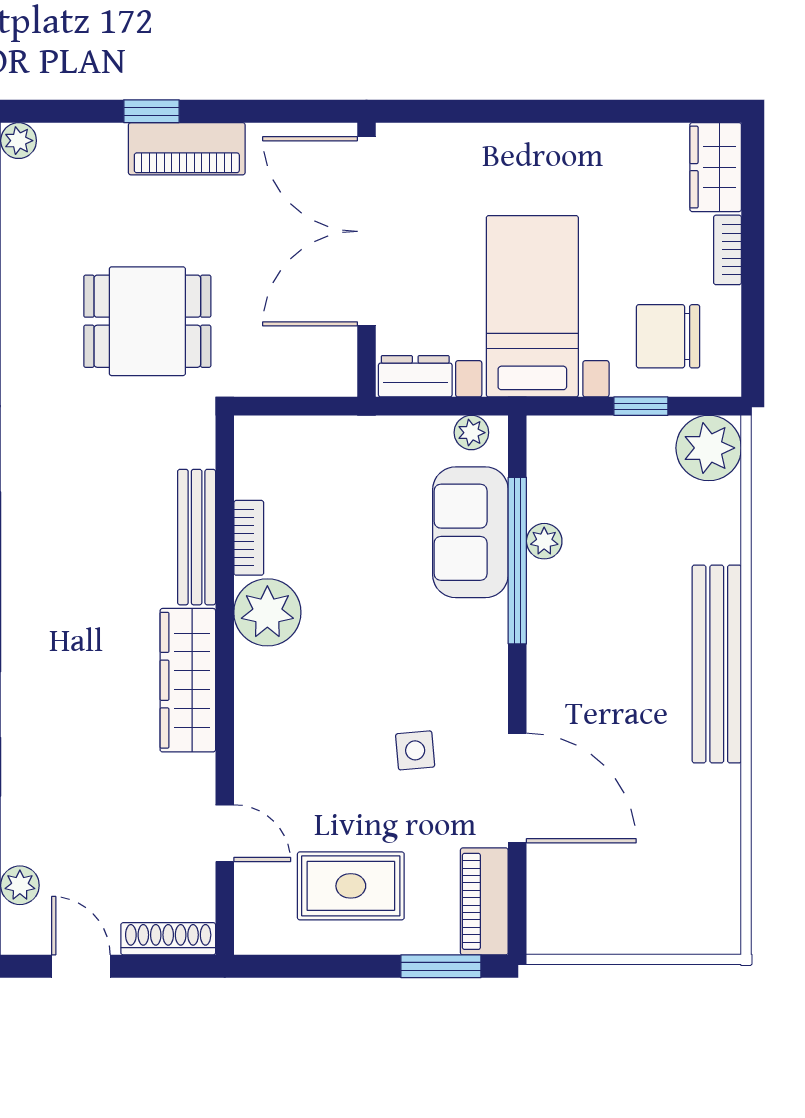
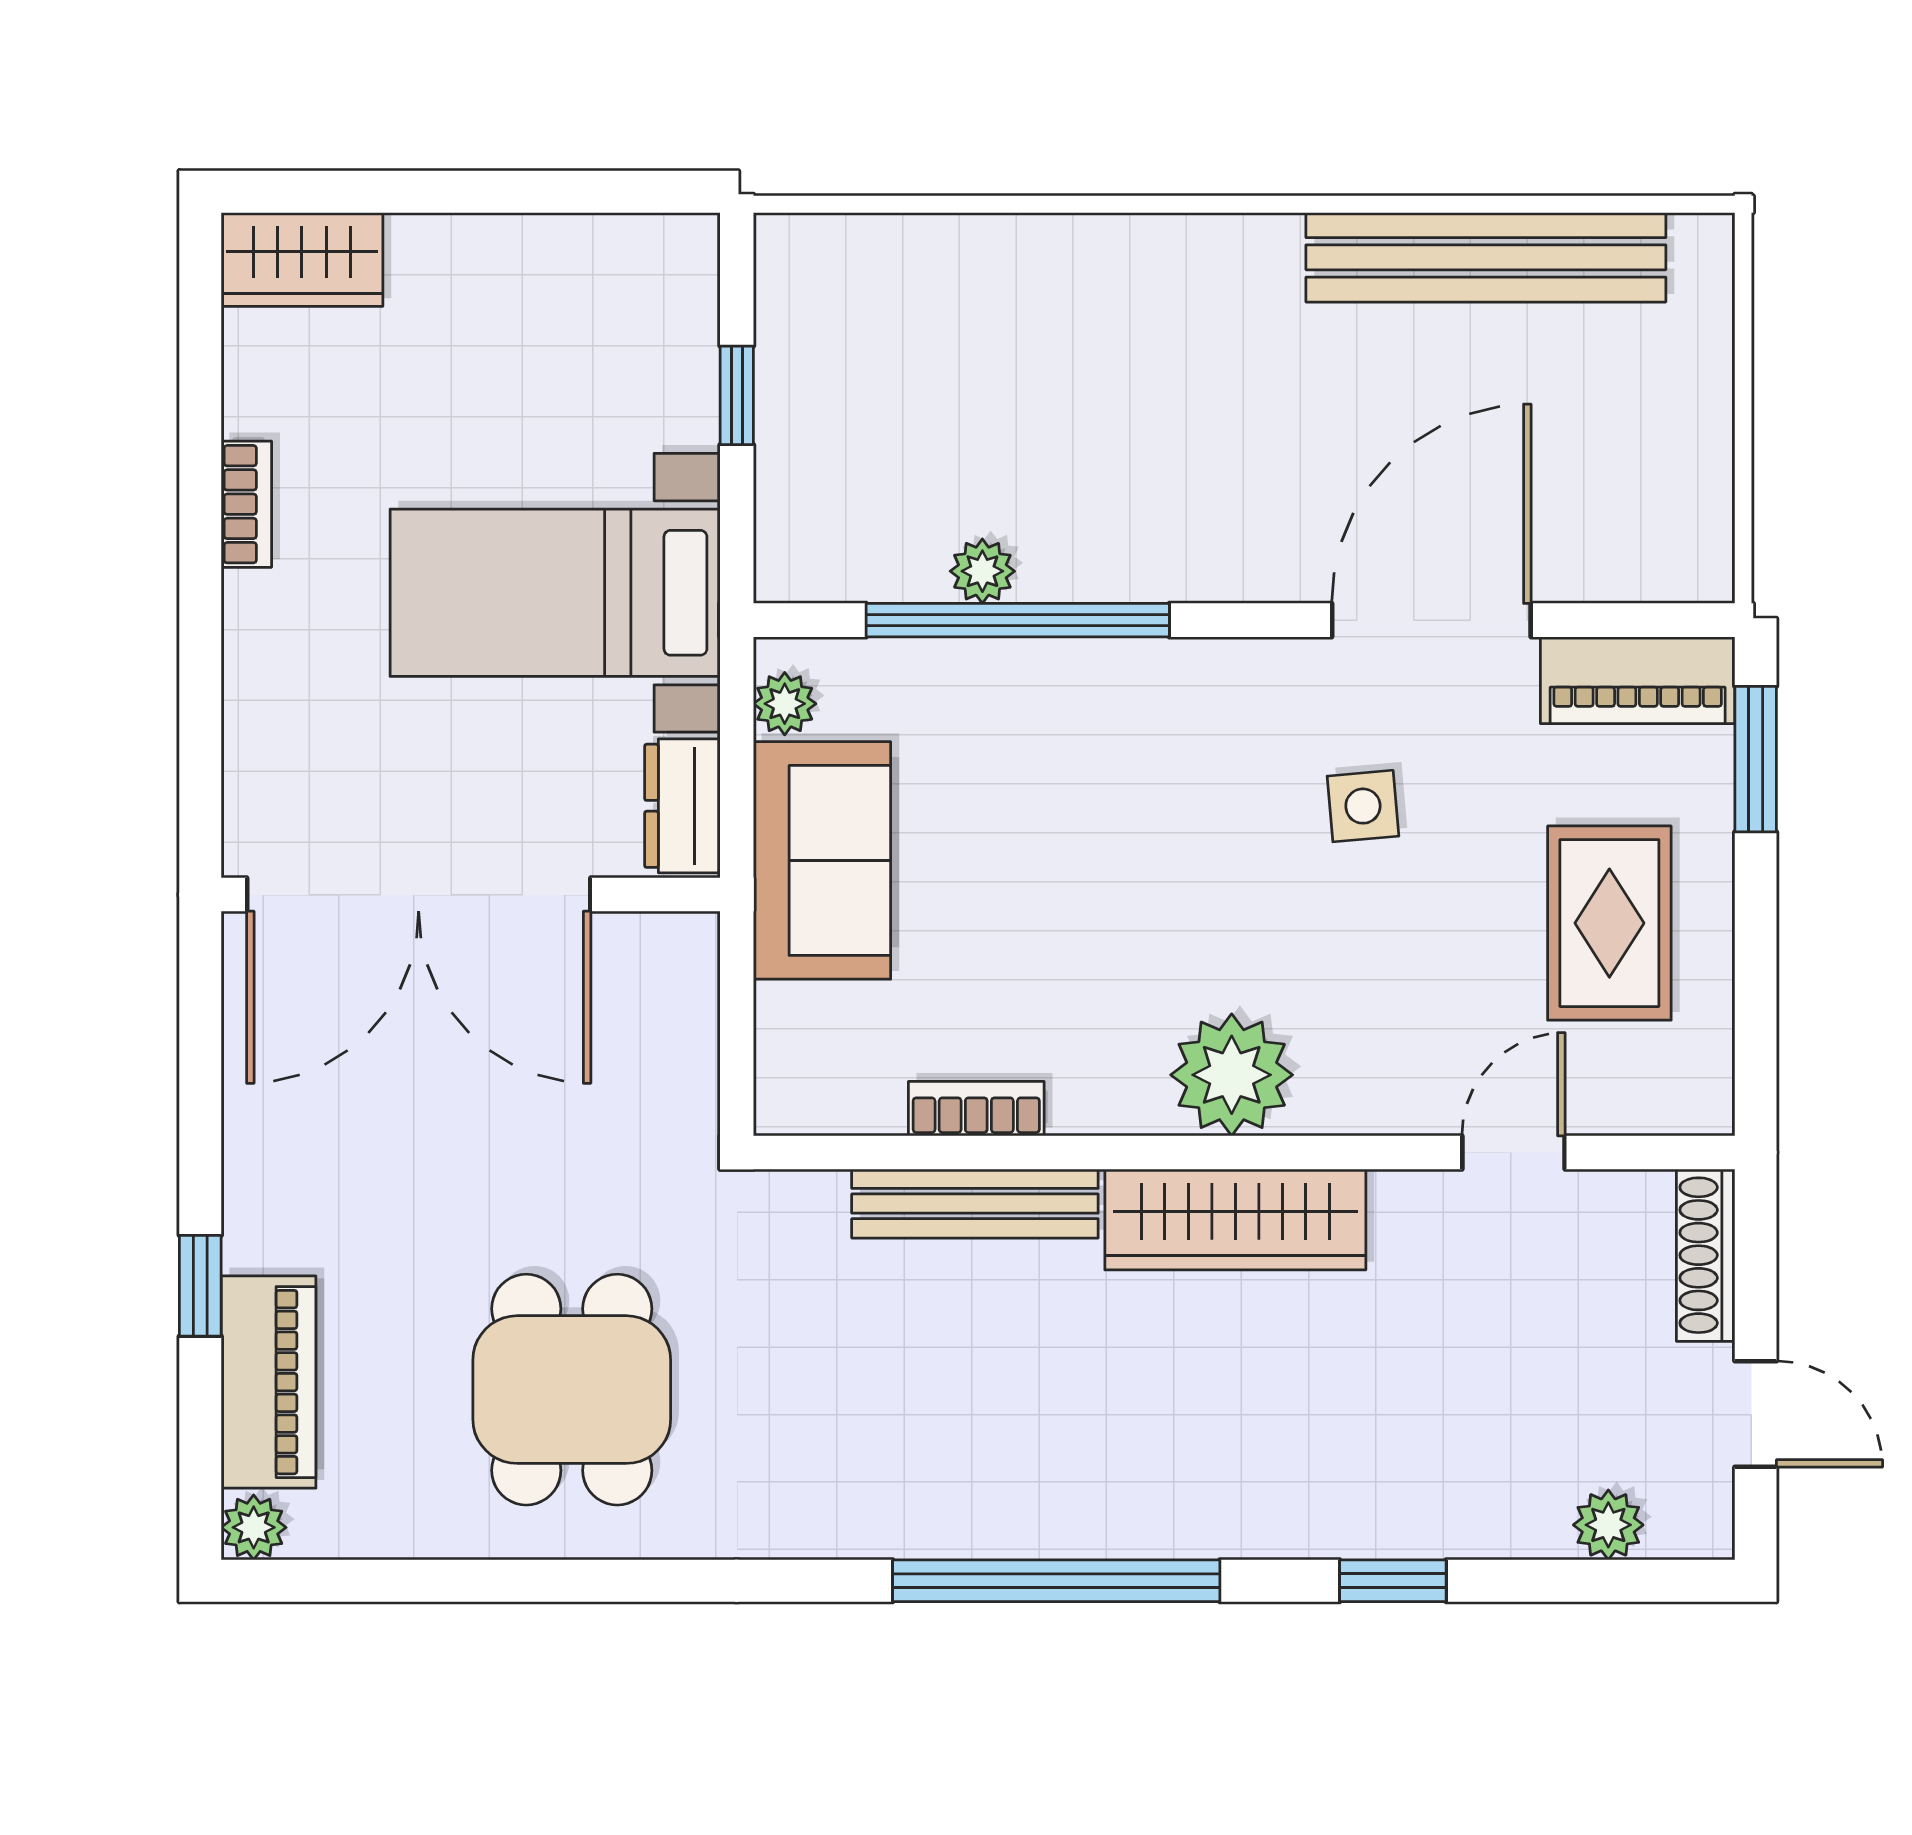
piano: (187, 149) -> (268, 1382), moved
bookcase: (727, 250) -> (246, 504), moved, turned -90
dining table: (147, 321) -> (572, 1390), moved
chair: (668, 336) -> (610, 346), removed
plant: (709, 448) -> (813, 272), removed
sofa: (470, 532) -> (822, 860), moved, turned -90
plant: (267, 612) -> (1232, 1075), moved
bench: (717, 664) -> (1486, 257), moved
door: (81, 966) -> (1756, 1414), swing flipped

